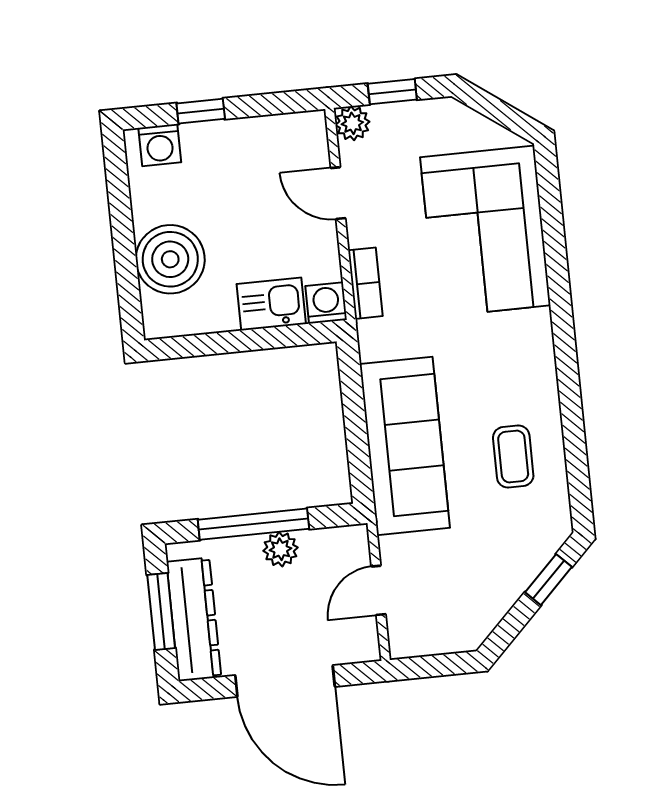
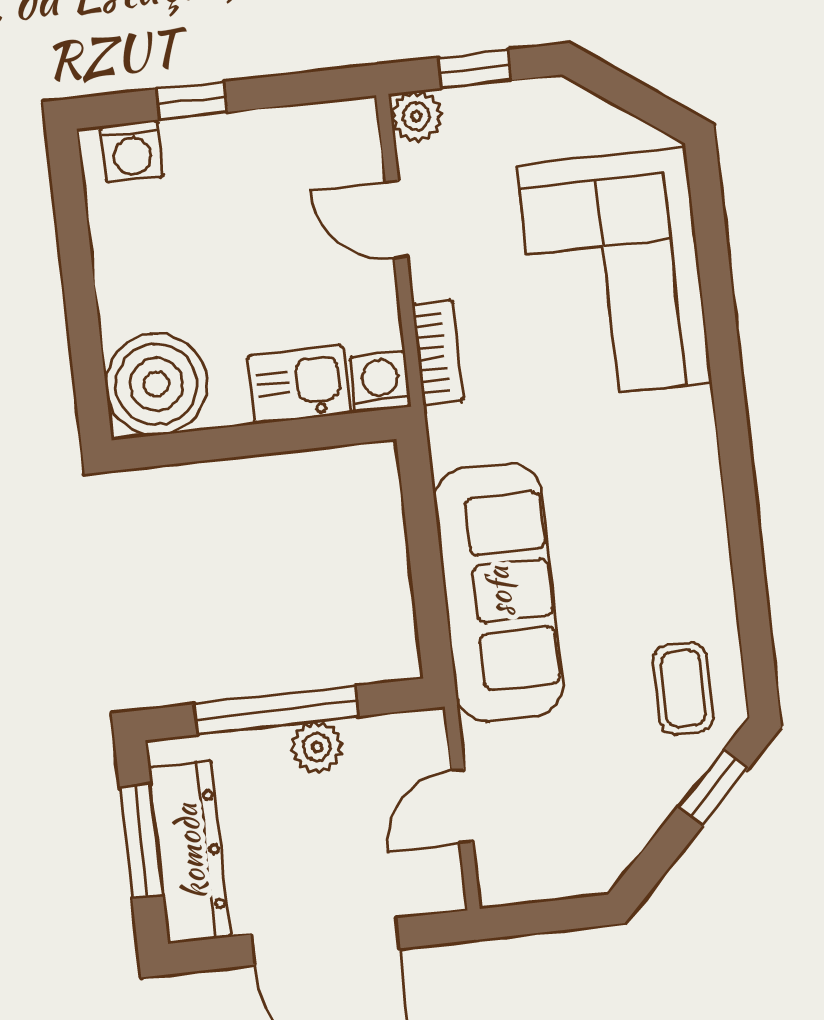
boiler: (170, 259) -> (156, 384), moved
coffee table: (513, 457) -> (683, 689), moved

